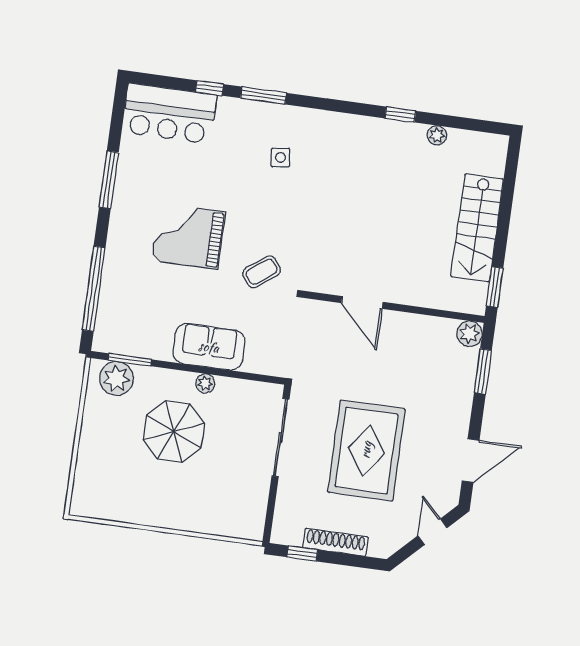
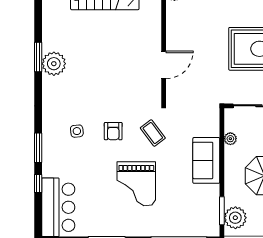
window: (400, 115) -> (38, 57), width x1.50
plant: (437, 135) -> (54, 64), moved, width x1.88, depth x1.88
armchair: (273, 212) -> (113, 131), added
plant: (205, 383) -> (230, 139), moved

